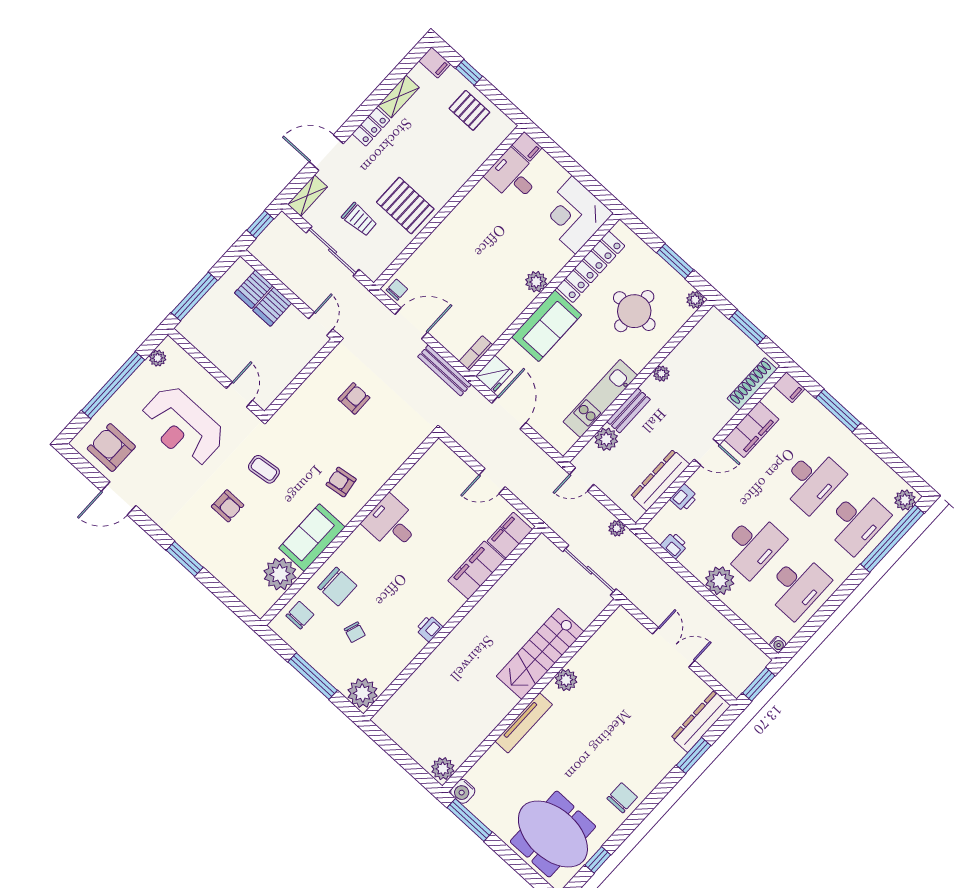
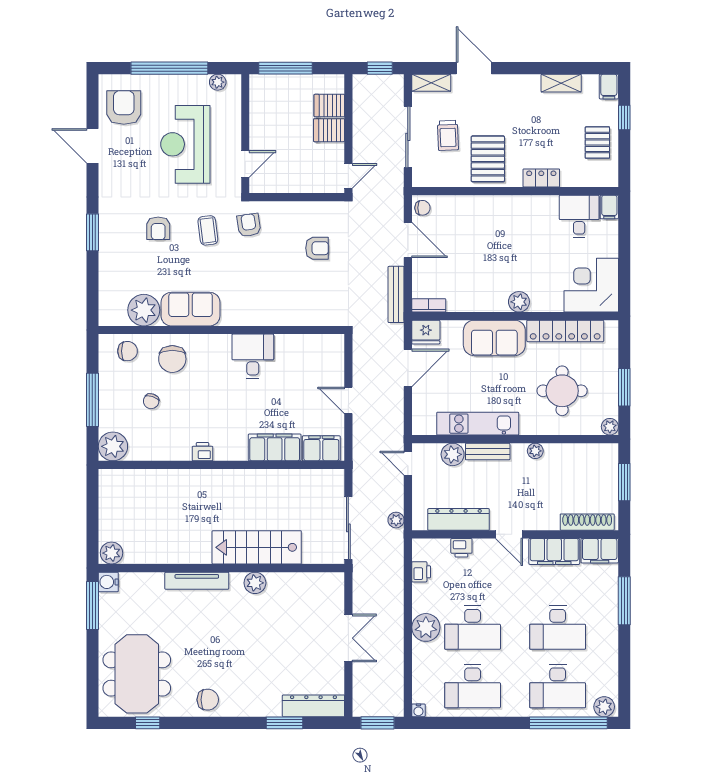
locker: (371, 127) -> (541, 178), moved, turned 180
filing cabinet: (789, 387) -> (600, 551), width x2.00
armchair: (341, 482) -> (249, 225), moved

